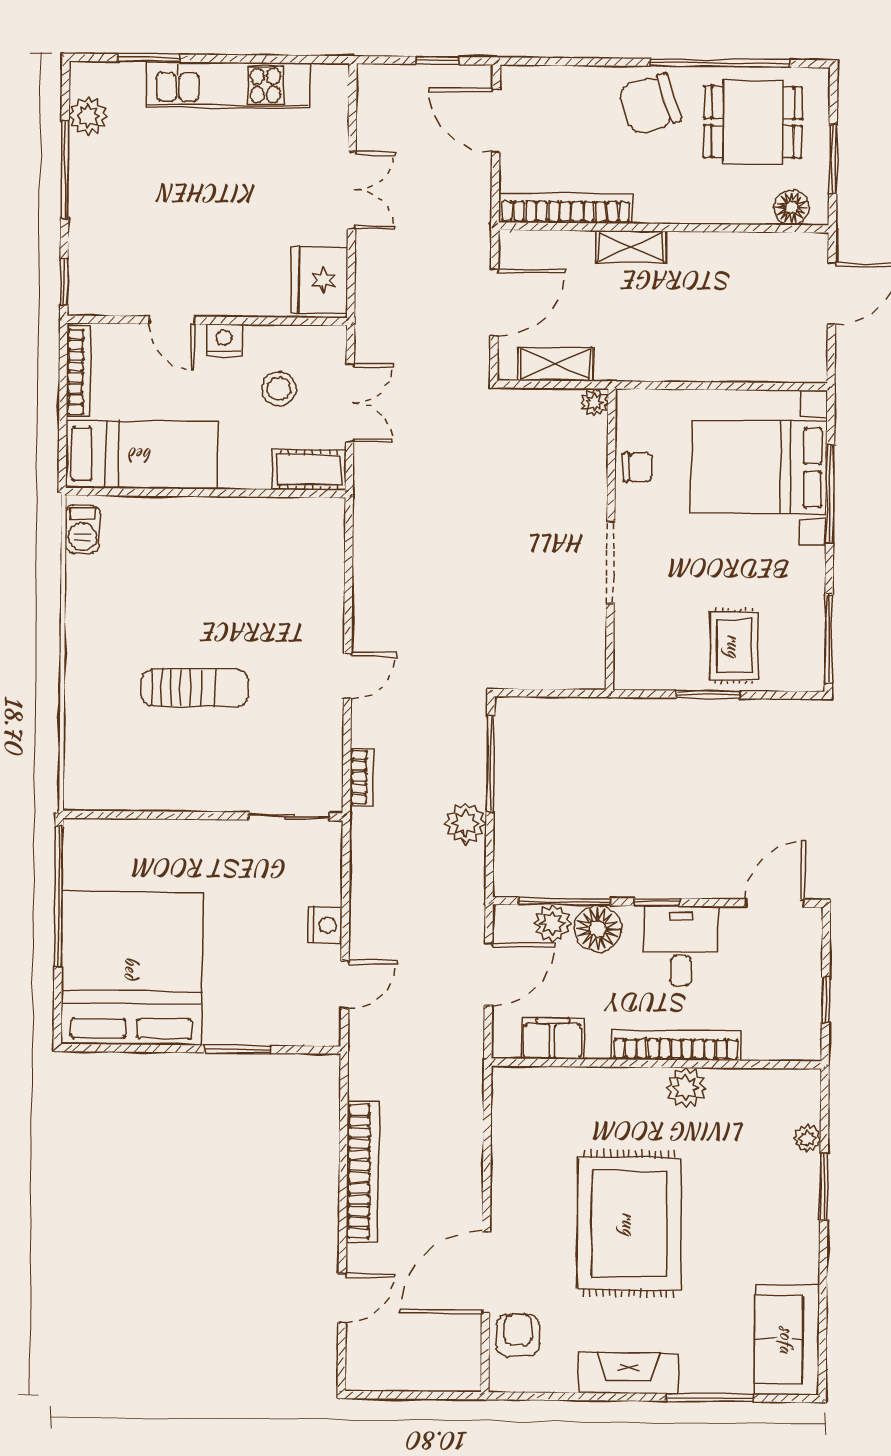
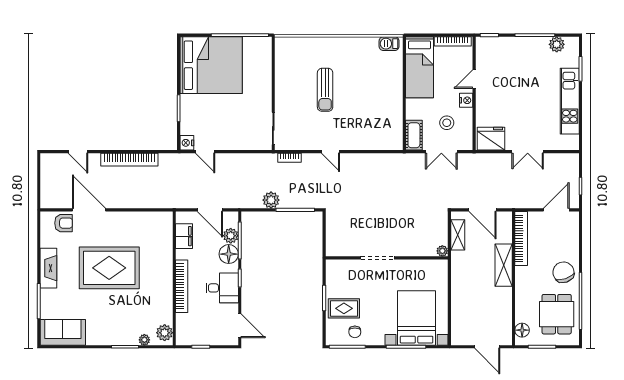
shelving: (631, 246) -> (504, 265), width x1.50, depth x1.33
chair: (638, 467) -> (355, 332), moved
nightstand: (325, 925) -> (187, 143), moved, turned 90
plant: (686, 1088) -> (165, 333), moved

